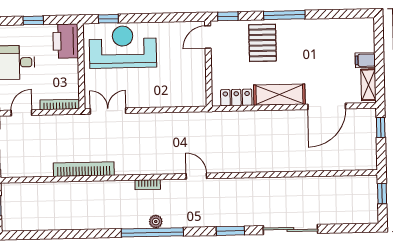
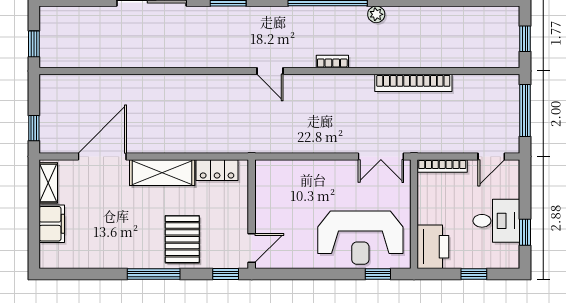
filing cabinet: (365, 60) -> (52, 224), width x2.00
plant: (156, 222) -> (376, 14), moved

